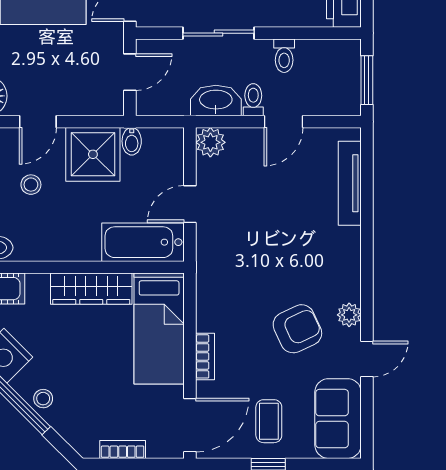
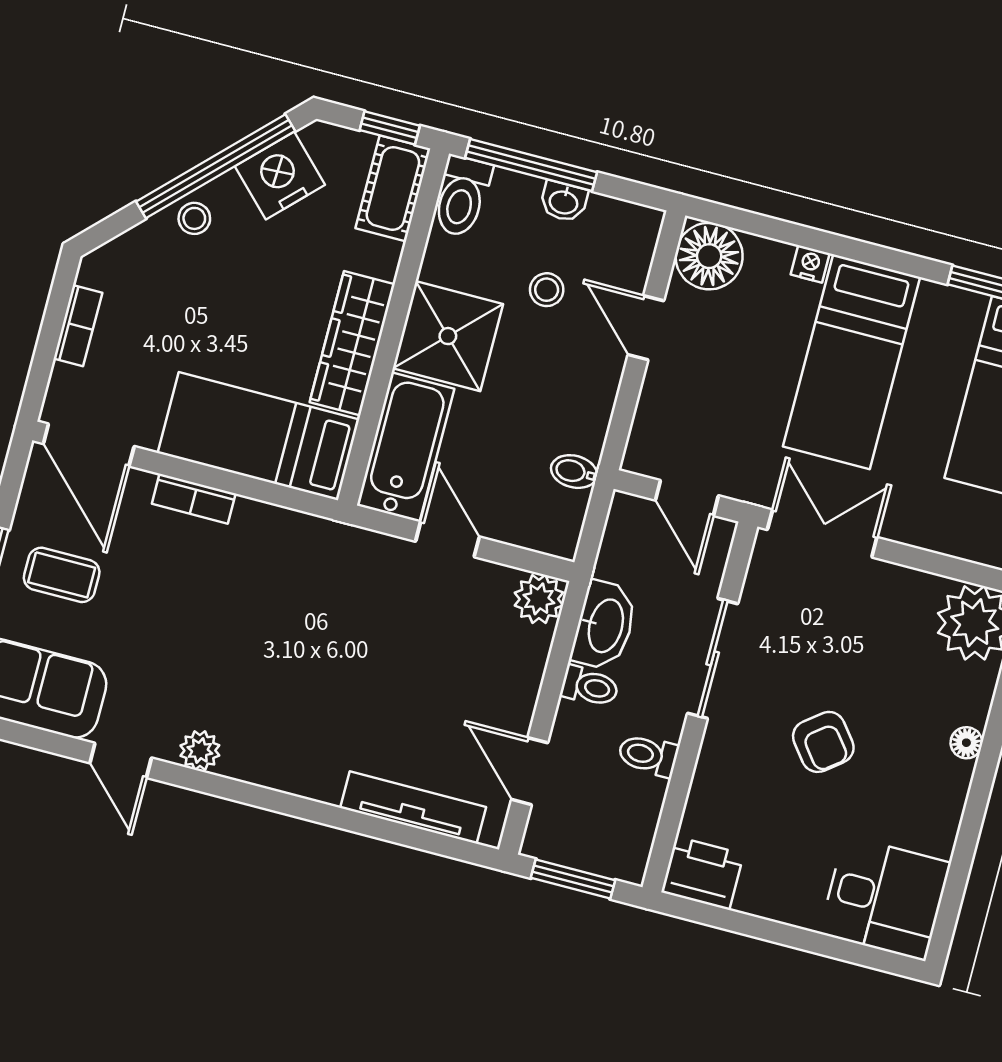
door: (284, 122) -> (530, 771), moved
shower: (93, 154) -> (448, 336), moved
armchair: (297, 329) -> (199, 661), removed

